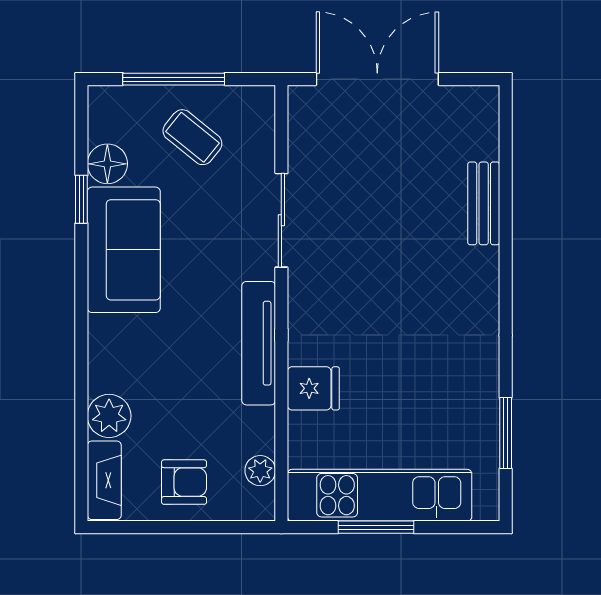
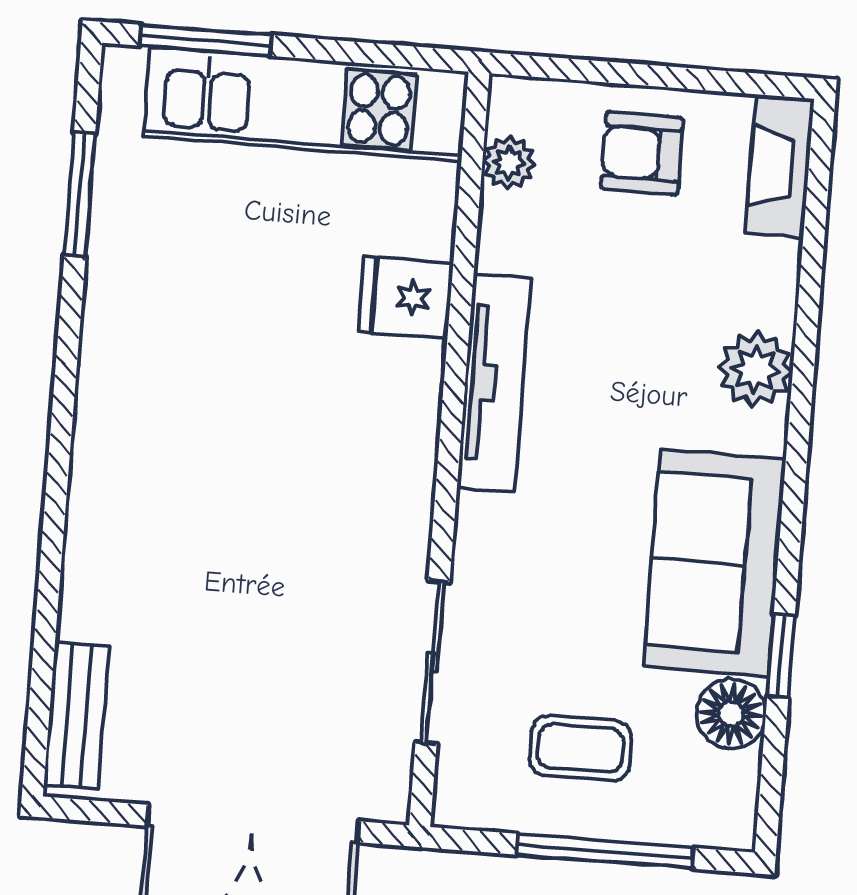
coffee table: (192, 137) -> (581, 748), turned -39
bench: (484, 203) -> (77, 715), moved
sliding door: (281, 220) -> (433, 662), moved
plant: (109, 416) -> (755, 369), moved
window: (376, 527) -> (206, 40), moved

